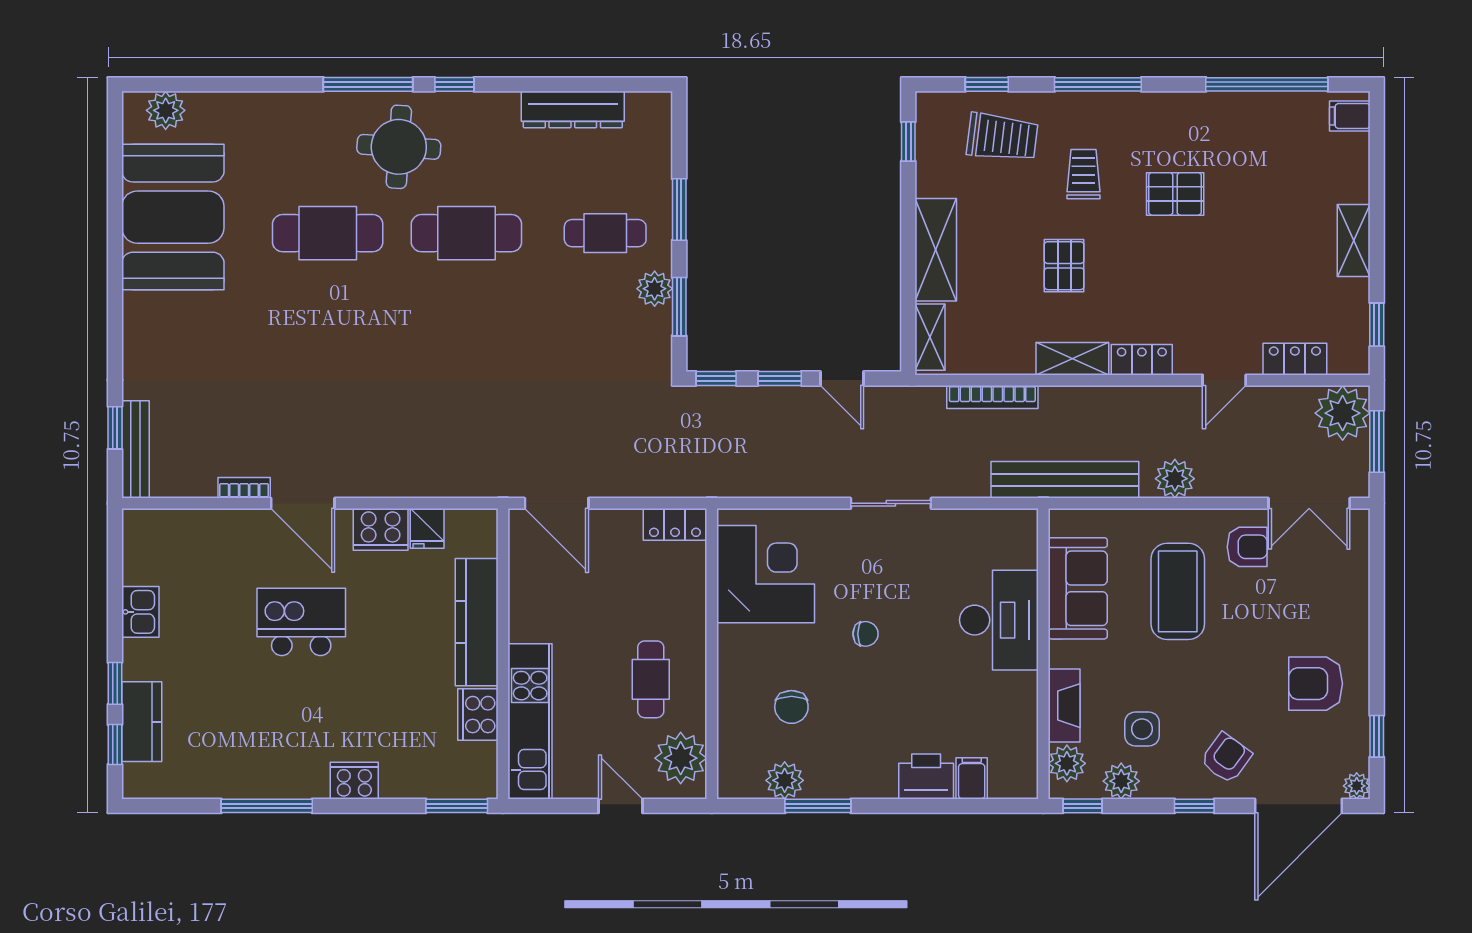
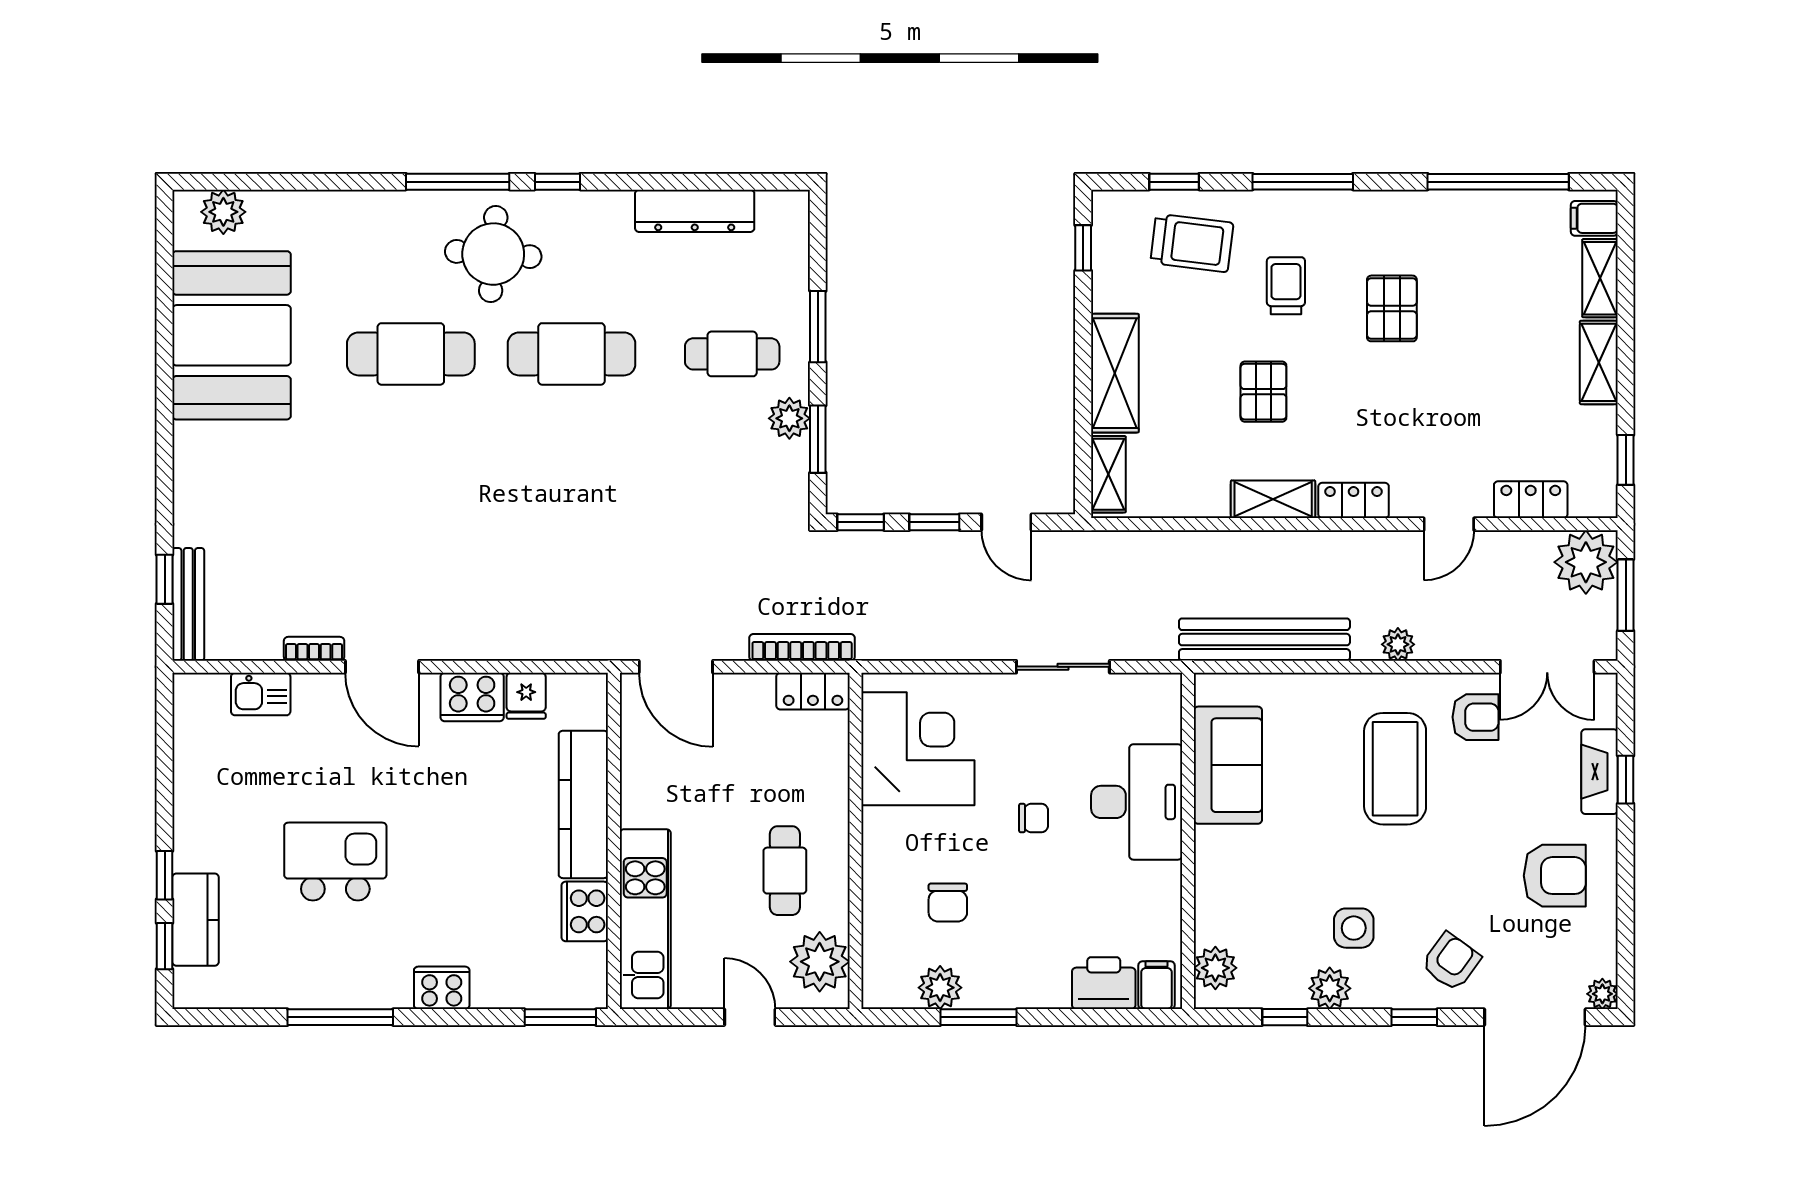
shelving: (1355, 168) -> (1600, 278), added
pallet: (1175, 194) -> (1392, 308), turned 90
bookcase: (992, 397) -> (802, 647), moved, turned 180
plant: (1175, 479) -> (1398, 644), width x0.73, depth x0.73
sofa: (1078, 588) -> (1228, 765), moved
kitchen sink: (140, 612) -> (261, 694), moved, turned 90
desk: (999, 620) -> (1137, 802), moved
kitchen island: (301, 622) -> (335, 862), moved
wall: (1043, 654) -> (1188, 841), moved
armchair: (1316, 684) -> (1555, 876), turned 180
fireplace: (1064, 706) -> (1599, 772), moved, turned 180
window: (1377, 736) -> (1626, 780), moved
plant: (1067, 763) -> (1215, 968), moved

